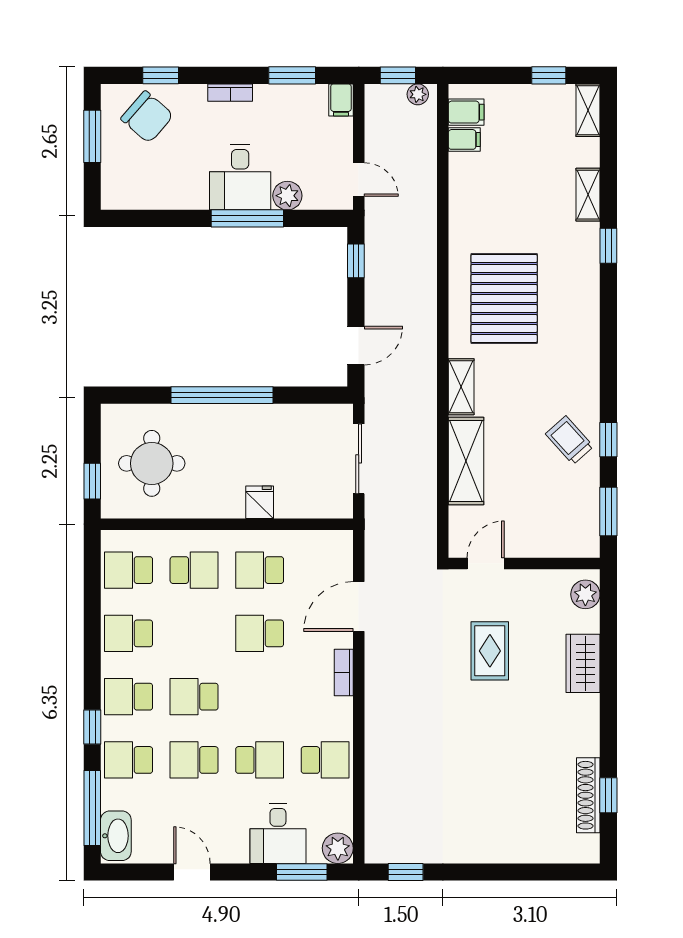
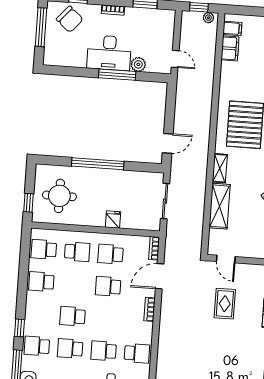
filing cabinet: (341, 100) -> (169, 18), removed
window: (92, 136) -> (41, 27), width x1.44
filing cabinet: (464, 139) -> (230, 48), width x2.00
desk: (240, 177) -> (109, 53), width x1.37
window: (356, 261) -> (171, 100), removed
bookcase: (344, 553) -> (154, 248), added
door: (486, 563) -> (226, 259), swing flipped
school desk: (129, 697) -> (39, 314), removed
school desk: (260, 760) -> (104, 351), turned 180

